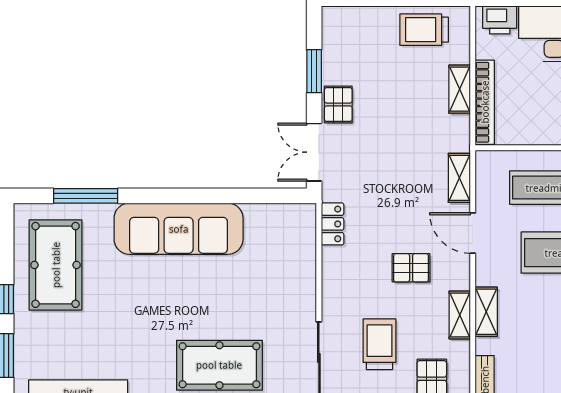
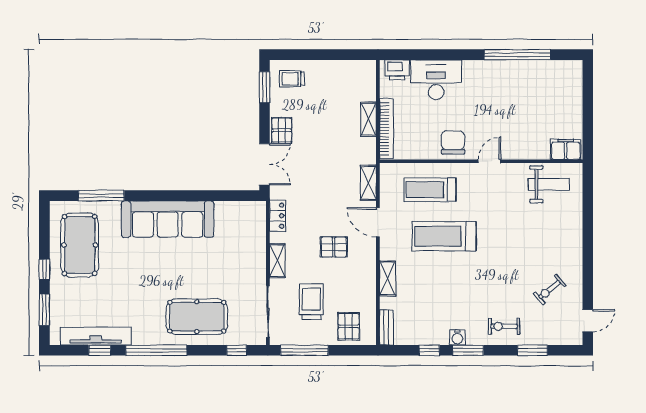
trolley: (424, 30) -> (292, 79), moved, width x0.73, depth x0.72
window: (314, 71) -> (264, 87), moved
double door: (314, 152) -> (264, 164), swing flipped
shelving: (460, 315) -> (277, 261), moved

